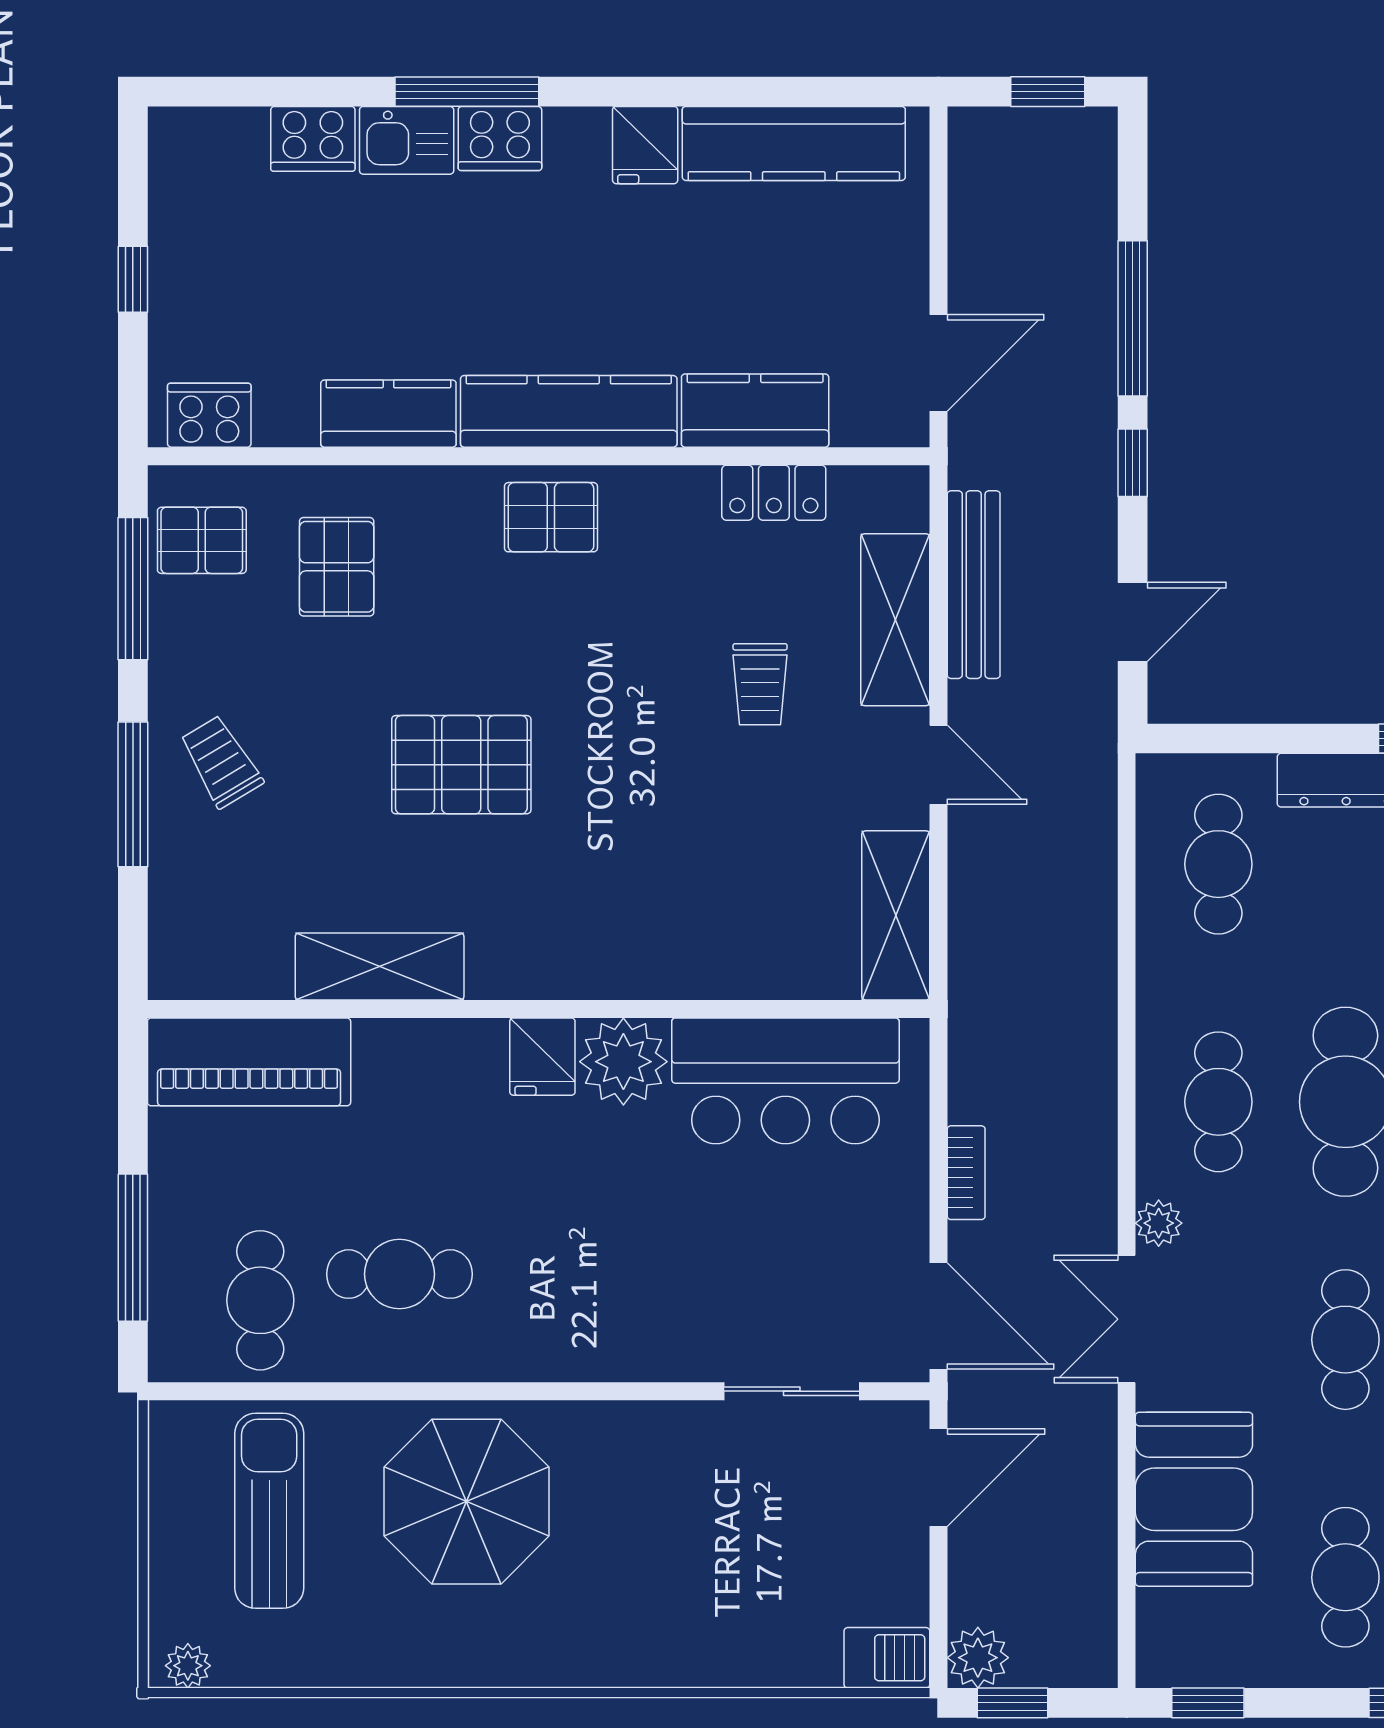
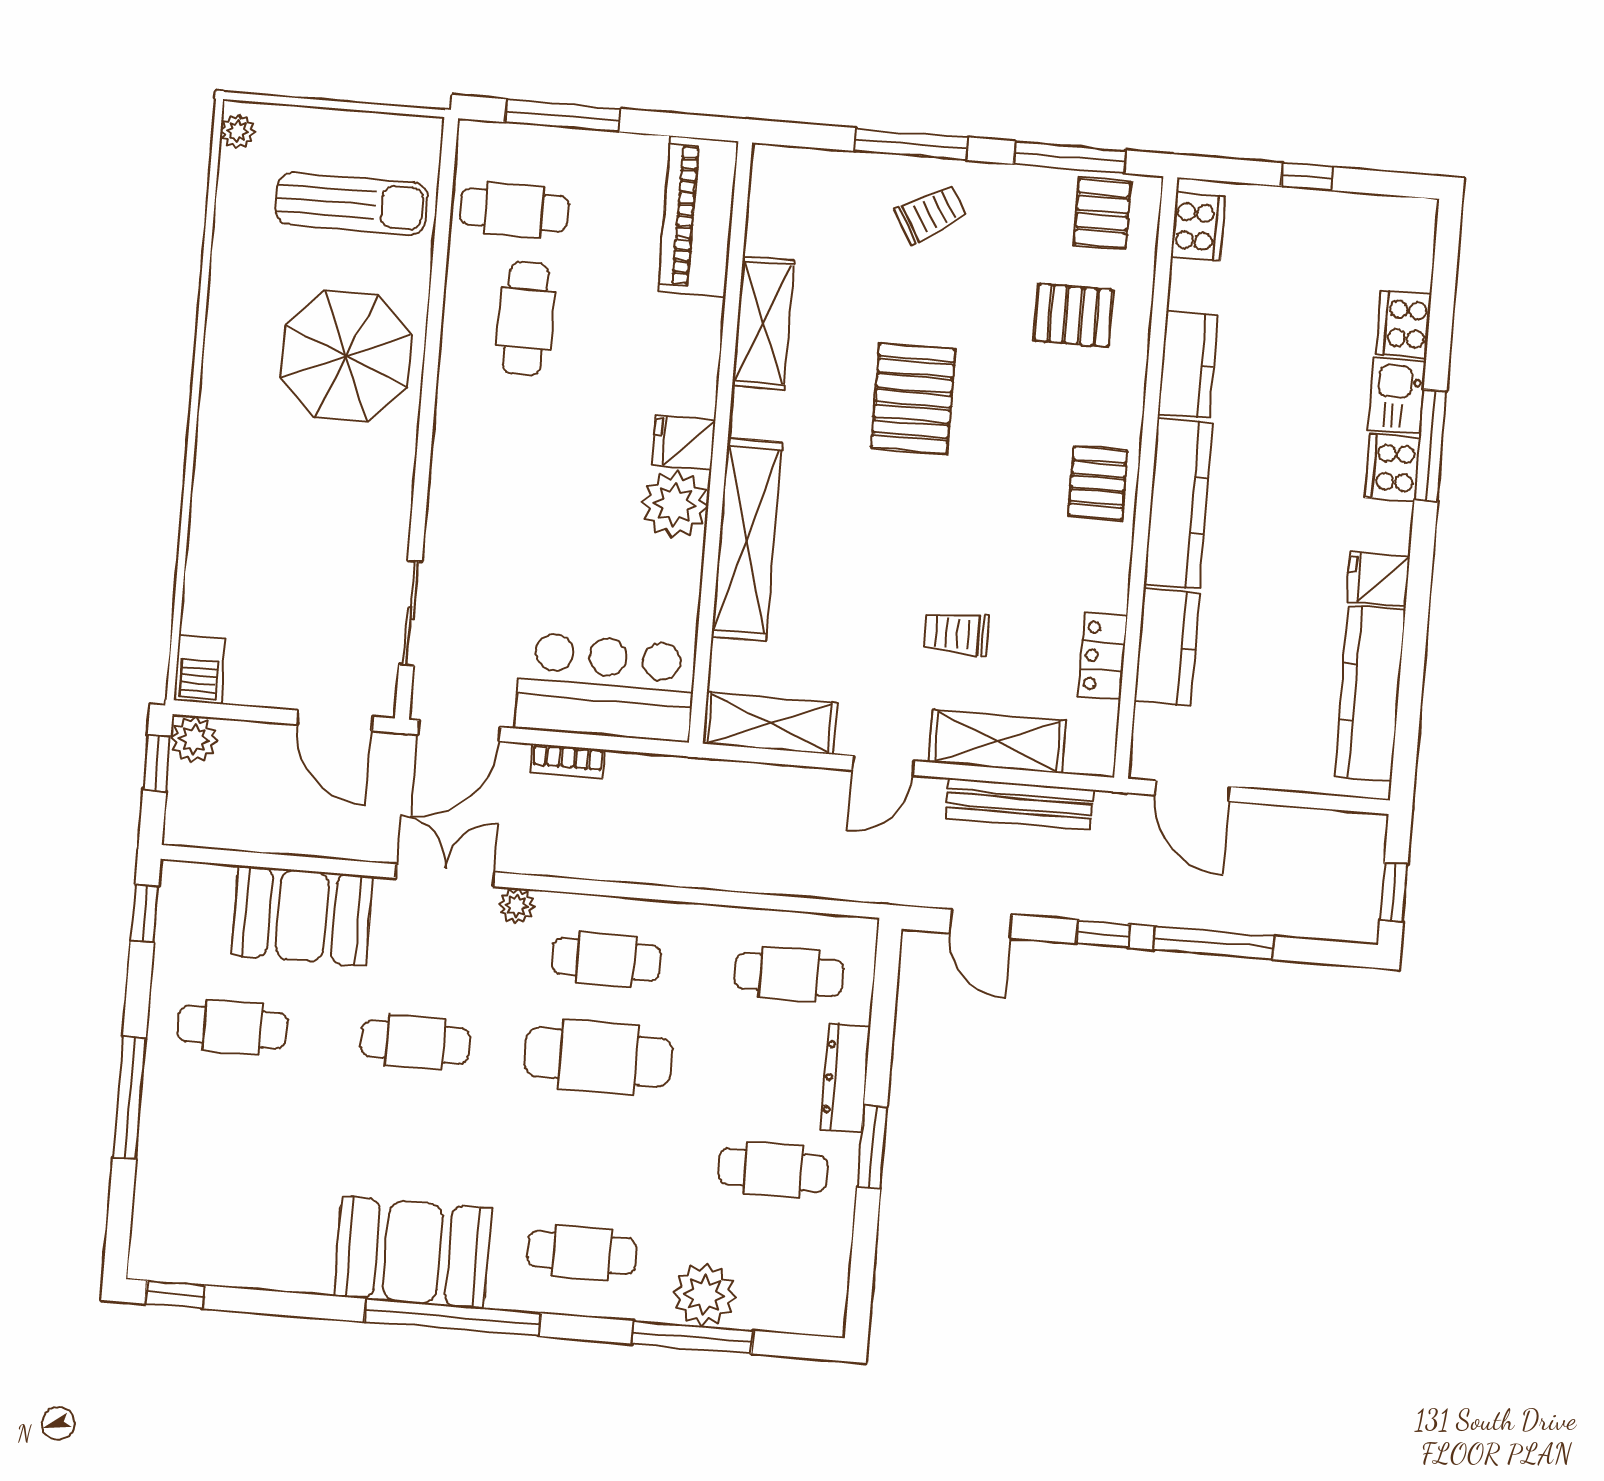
shelving: (661, 965) -> (747, 540), added
bar counter: (785, 1081) -> (606, 687), moved, turned 90

